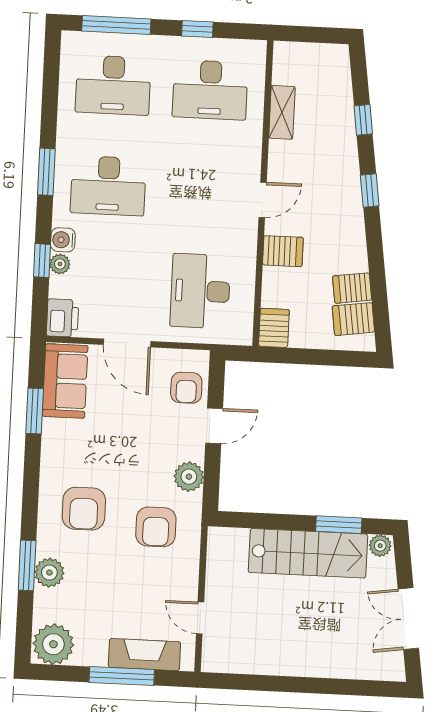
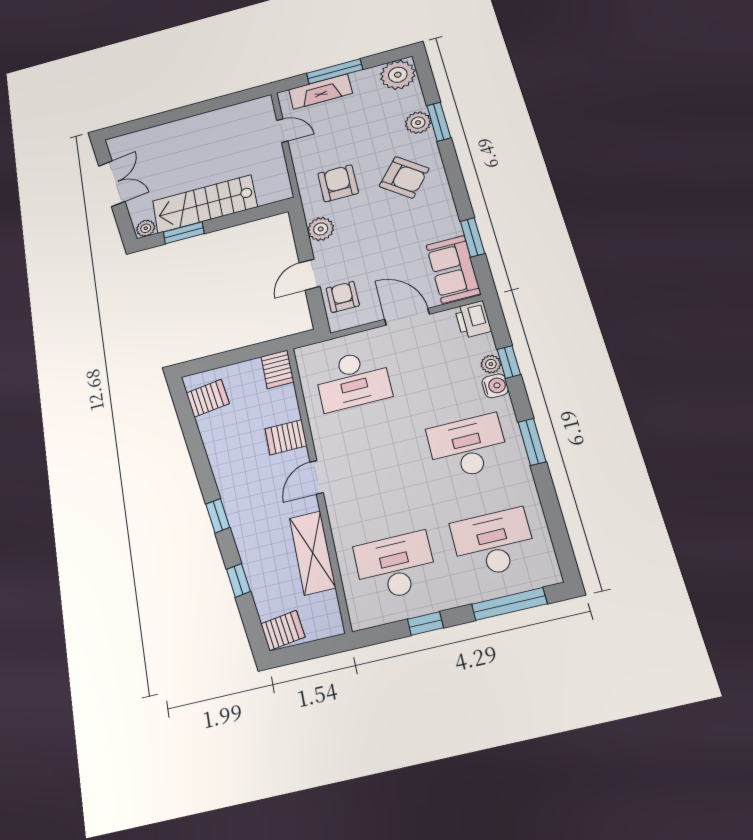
shelving: (282, 112) -> (312, 553), width x1.50, depth x1.33
server rack: (352, 288) -> (283, 630), moved
desk: (200, 291) -> (353, 380), turned 90
armchair: (84, 509) -> (404, 177), turned 129

